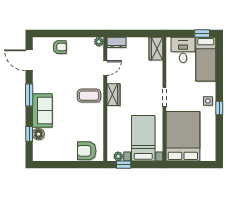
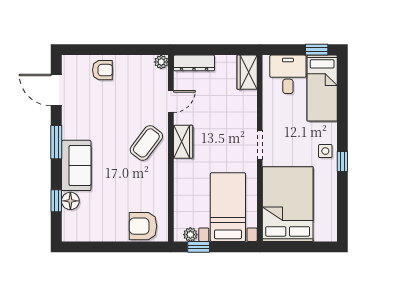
dresser: (116, 42) -> (194, 63), width x1.44
coffee table: (89, 96) -> (146, 143), turned -53

